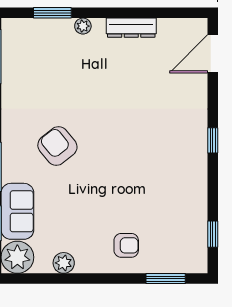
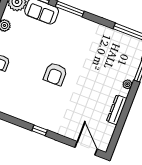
armchair: (57, 146) -> (55, 74), moved, turned 129

